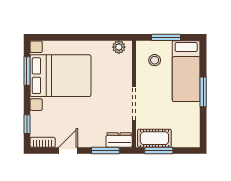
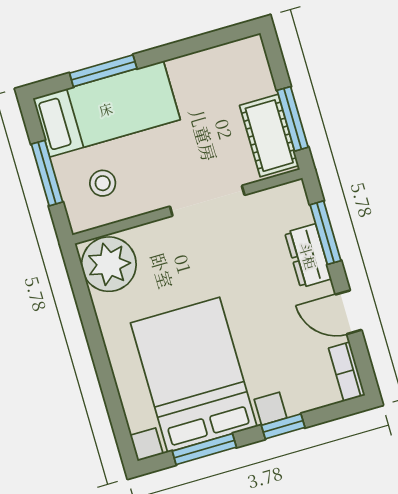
plant: (119, 47) -> (109, 264), width x1.88, depth x1.88
window: (203, 92) -> (103, 71), moved
window: (27, 124) -> (283, 426), moved
dresser: (119, 140) -> (308, 256), moved

